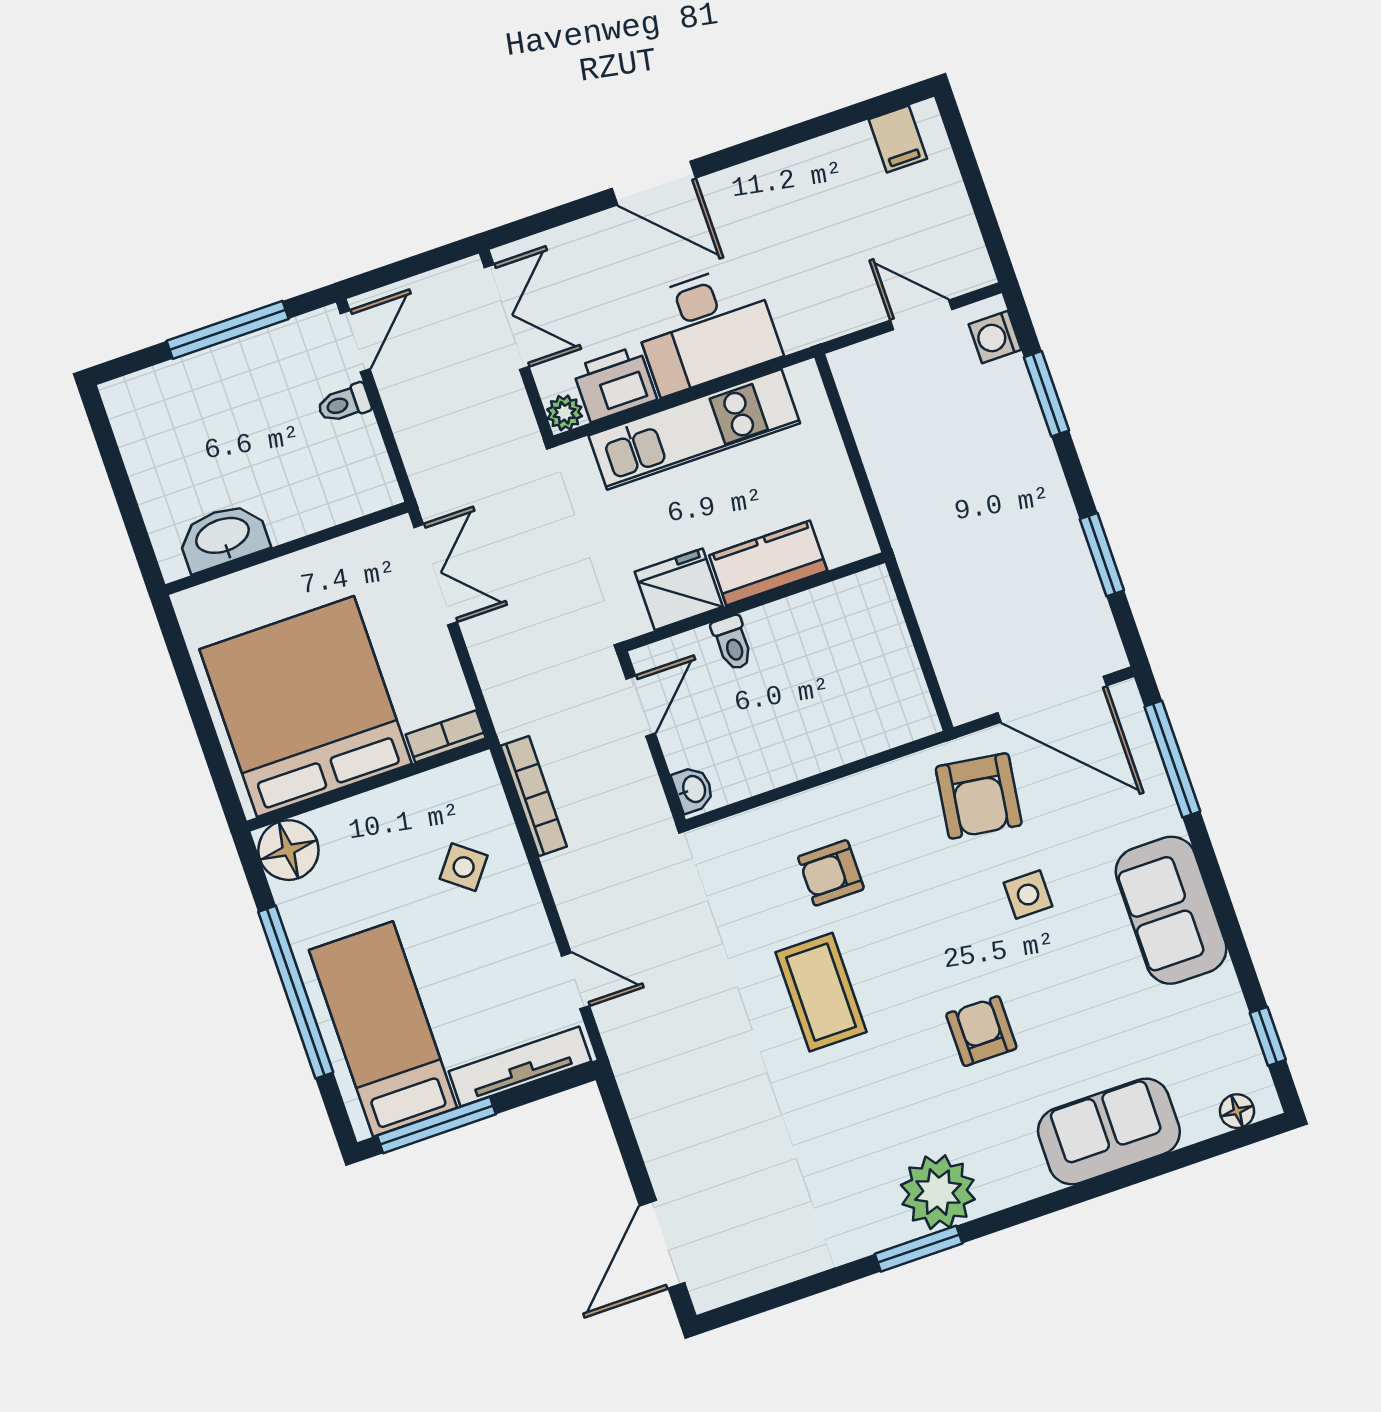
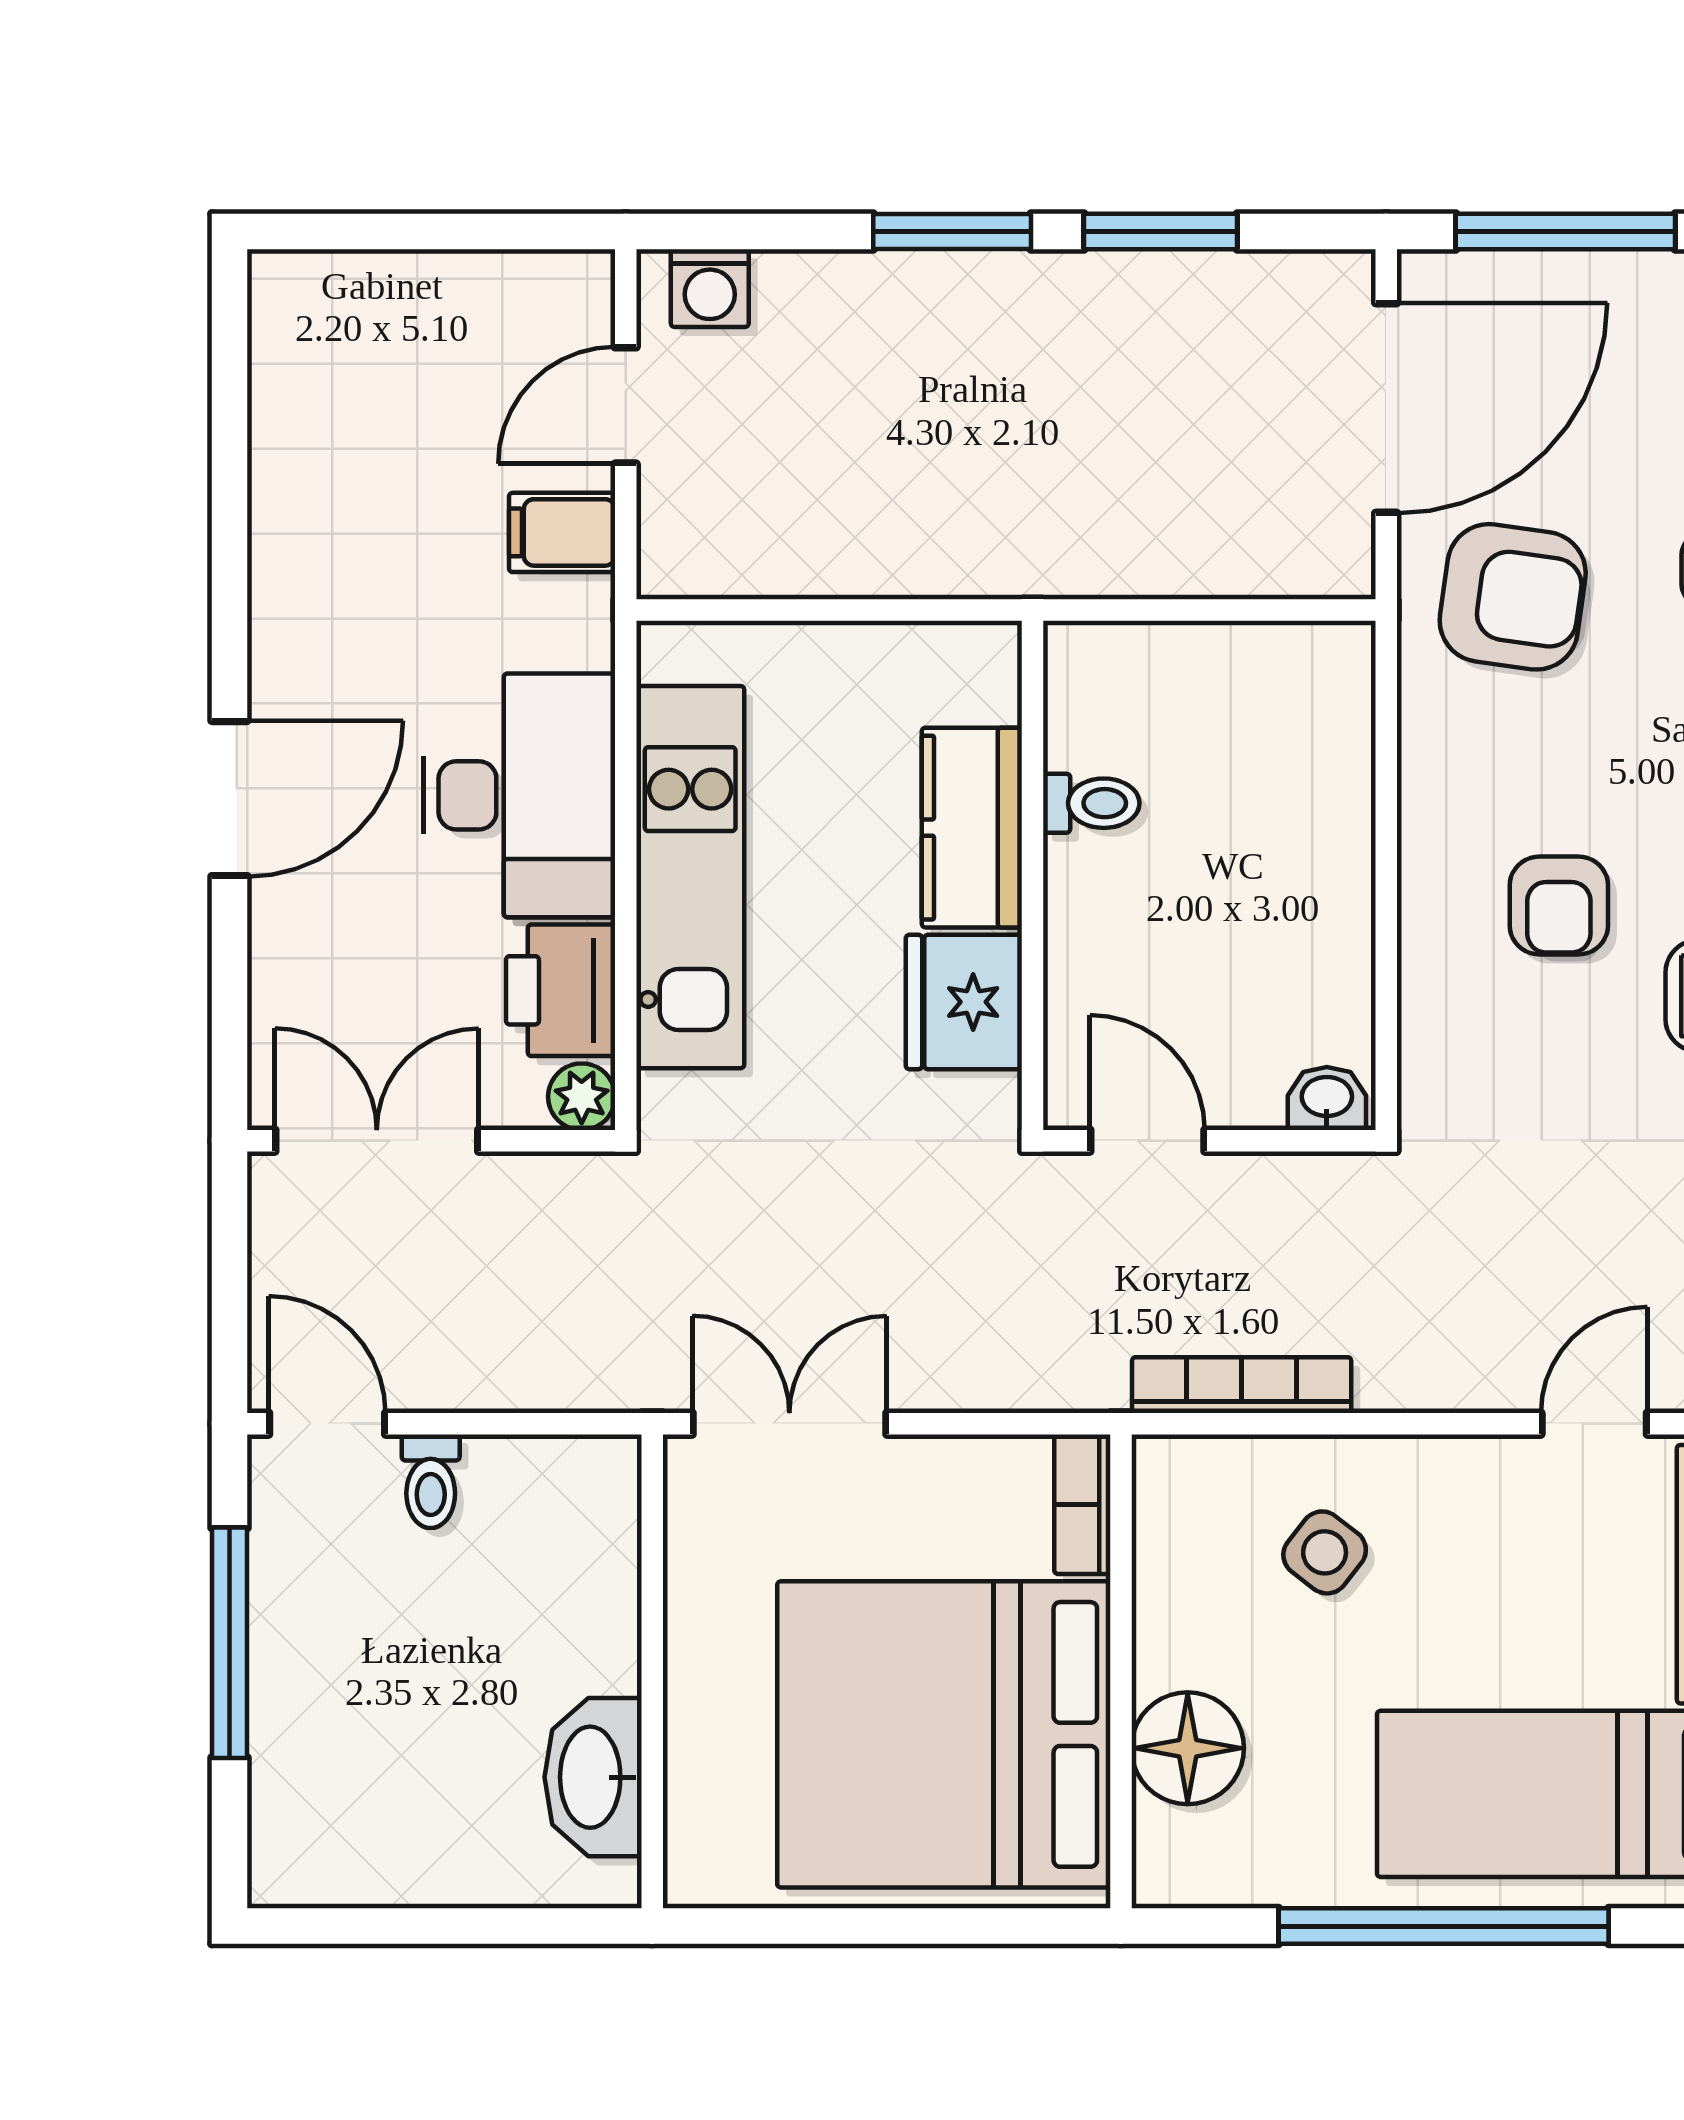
filing cabinet: (898, 139) -> (562, 532), moved, turned 180
window: (1047, 394) -> (952, 232), moved
toilet: (732, 643) -> (1091, 803), moved
floor lamp: (288, 850) -> (1188, 1748), moved

